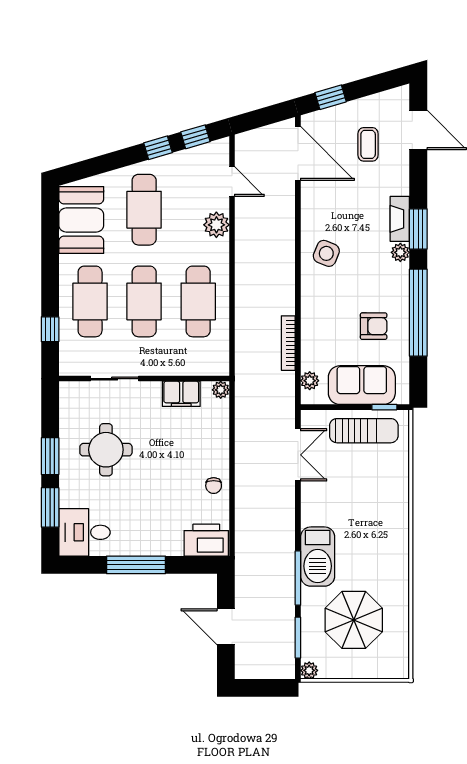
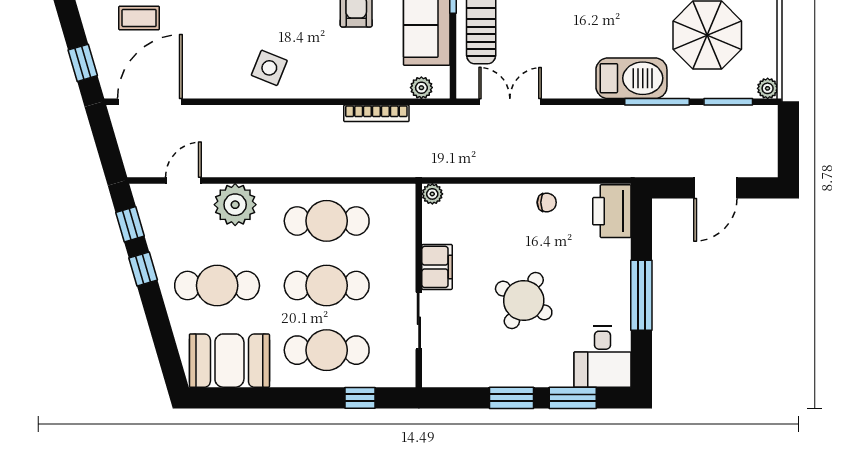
plant: (216, 225) -> (235, 205), width x1.36, depth x1.36
filing cabinet: (181, 394) -> (437, 267), moved
round table: (106, 450) -> (524, 301), moved, turned 30

